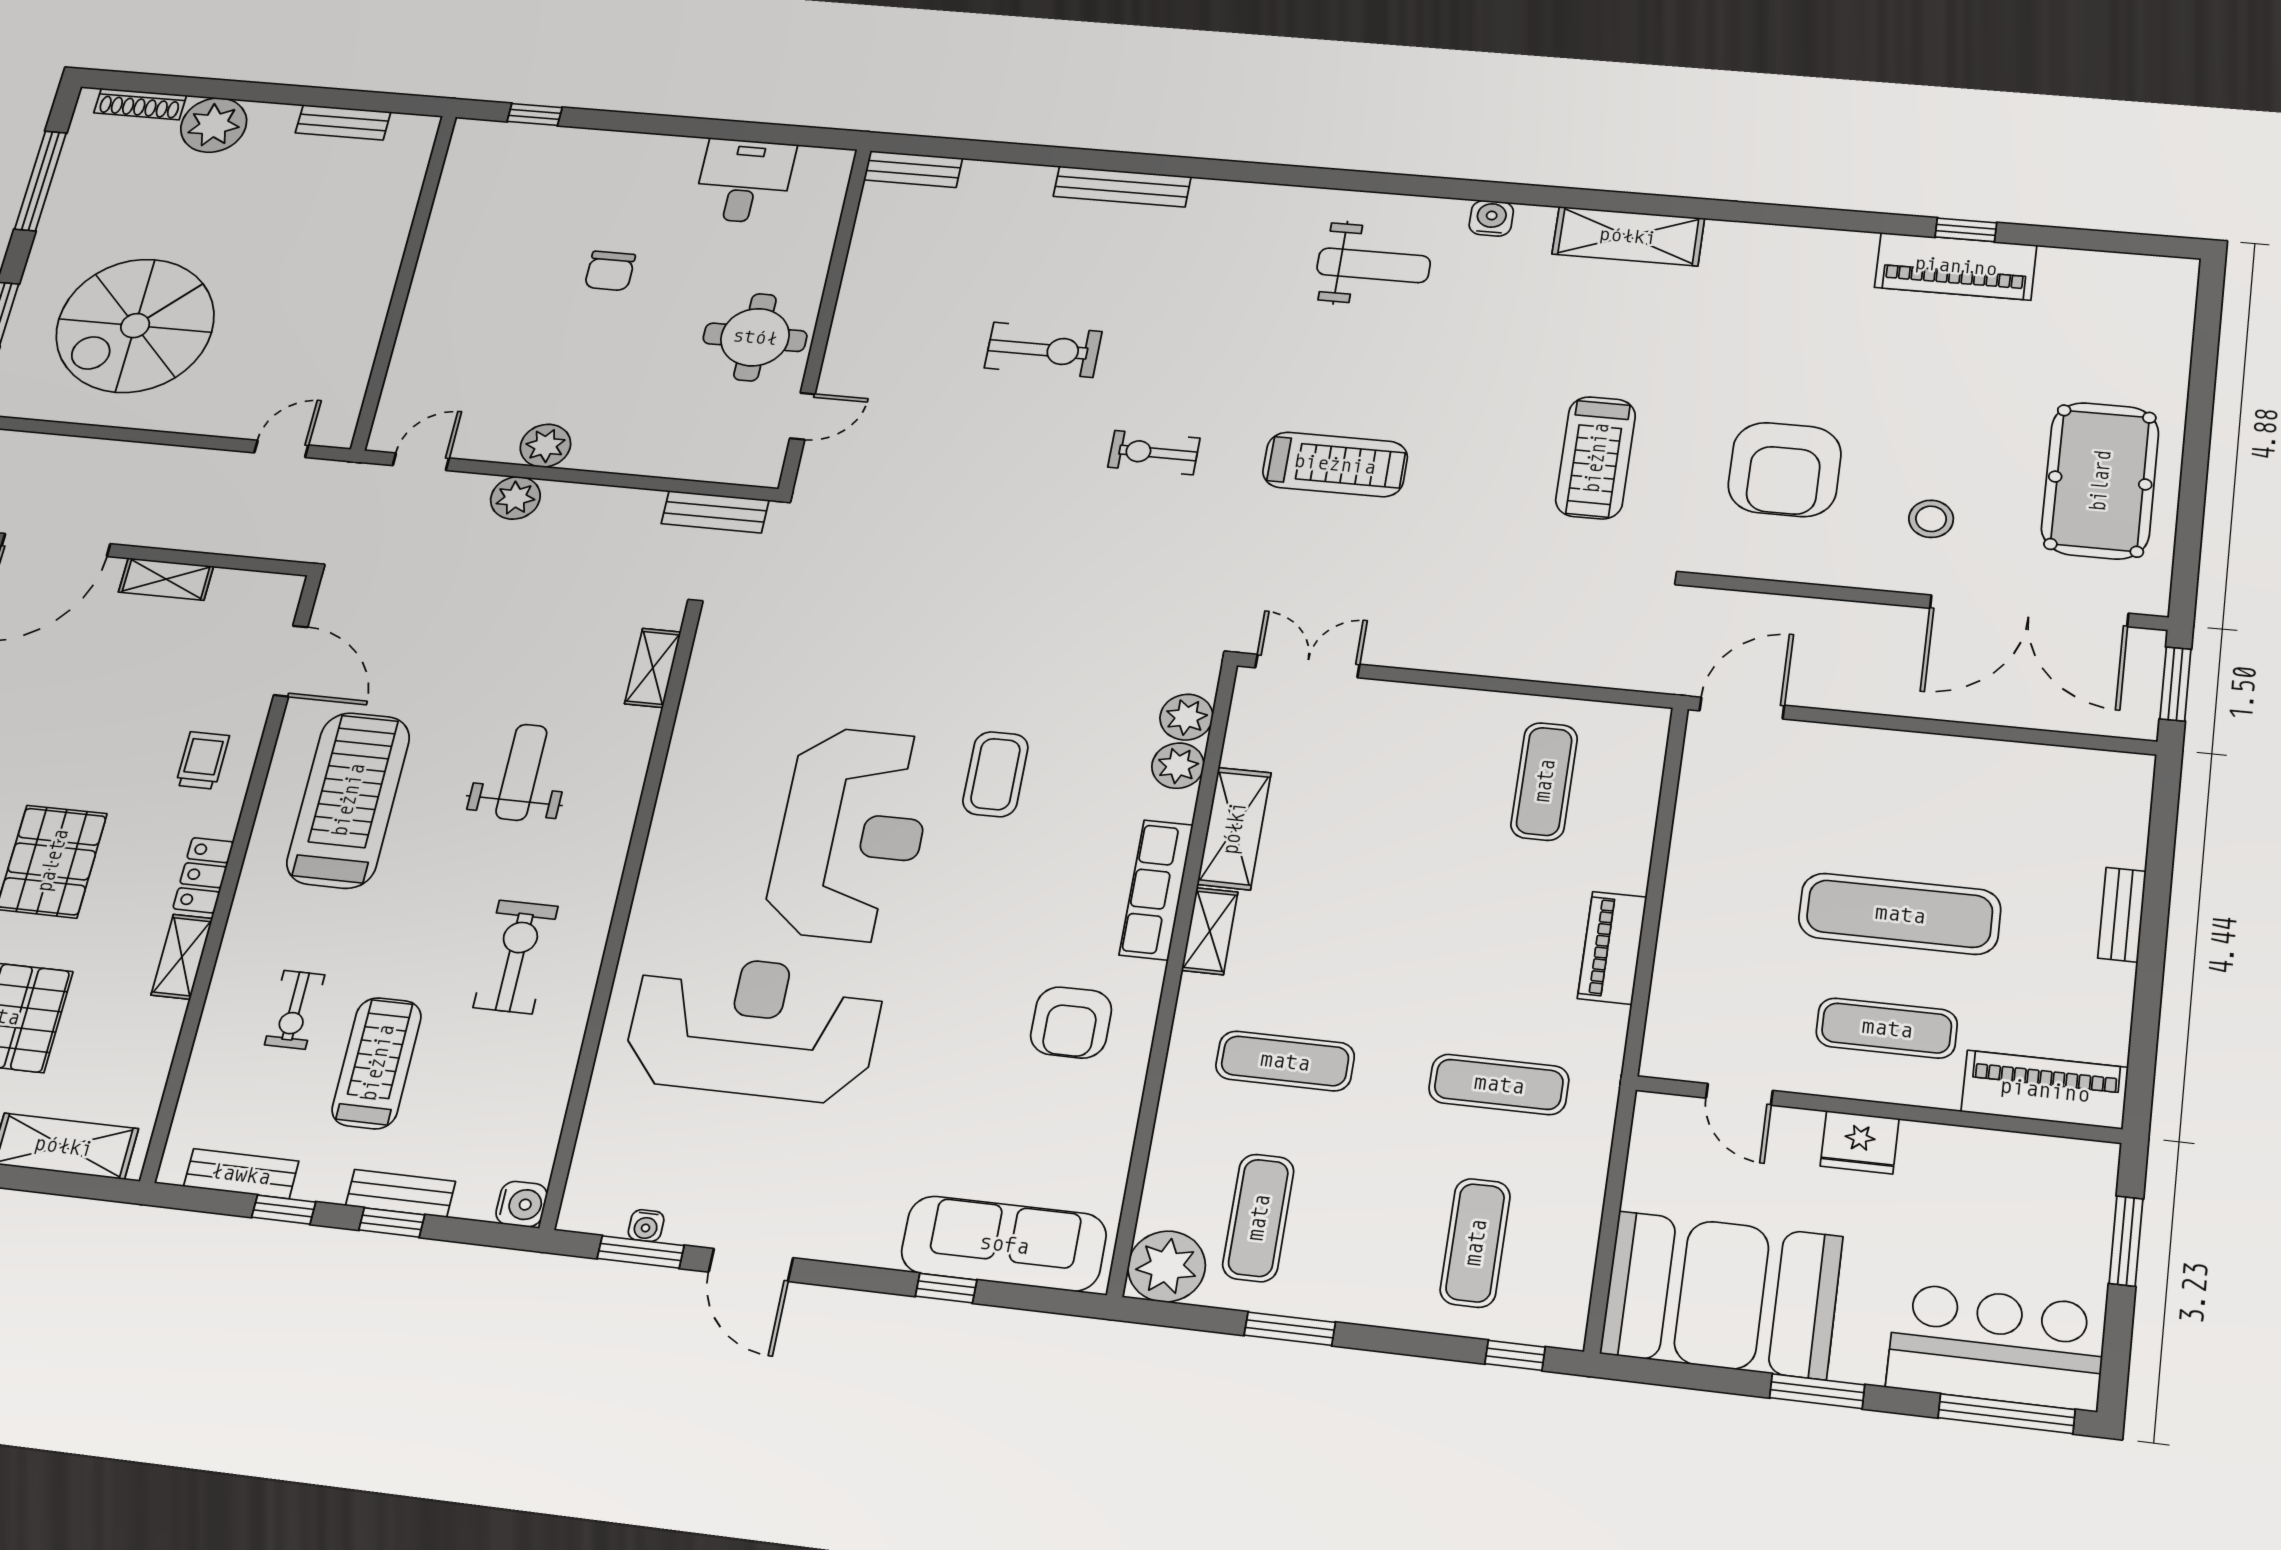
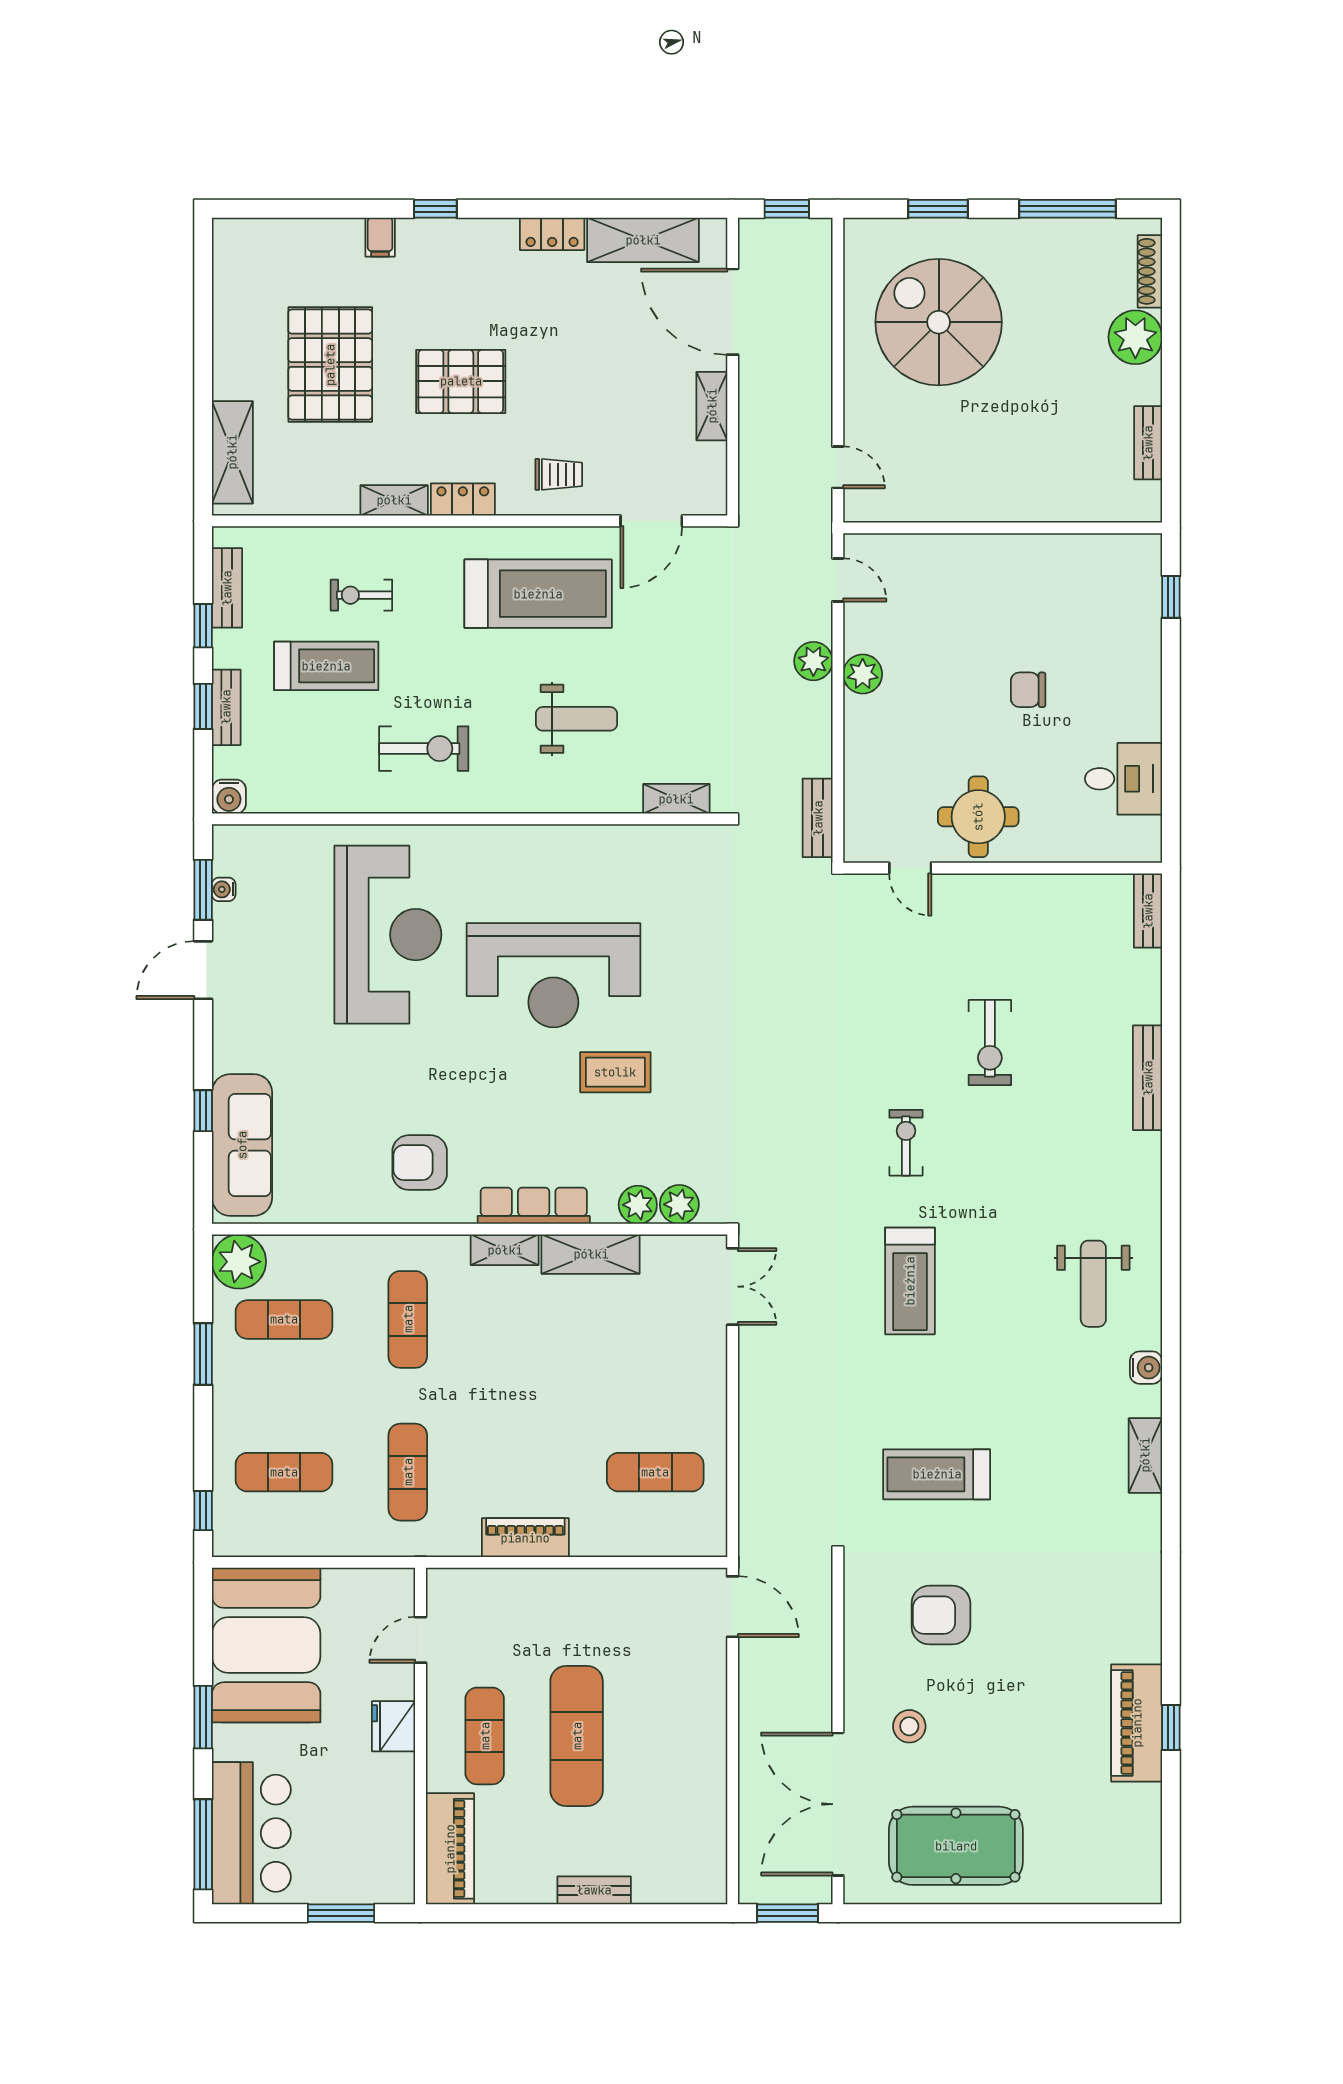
shelving: (1628, 236) -> (1145, 1455), width x0.67, depth x0.75
armchair: (1785, 470) -> (941, 1615), width x0.73, depth x0.73

